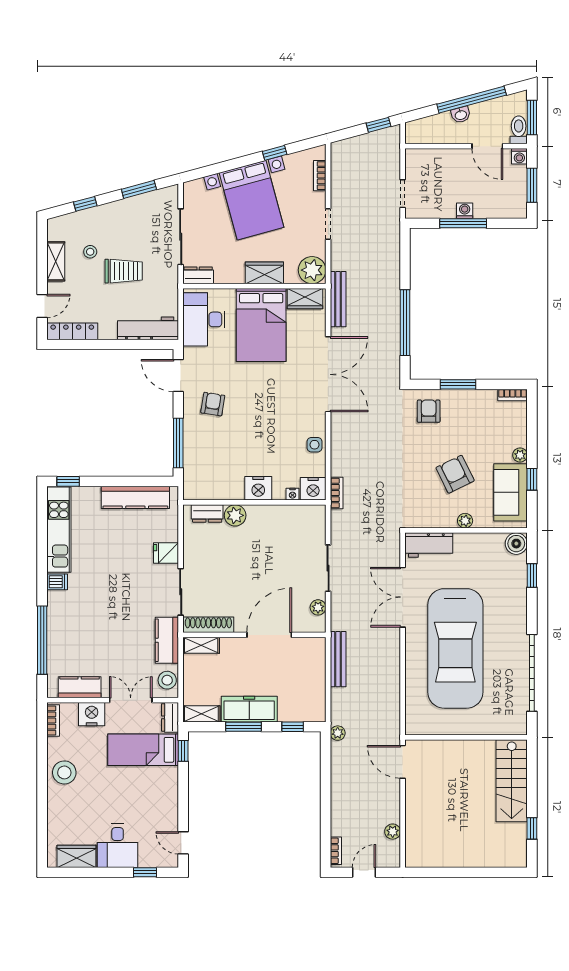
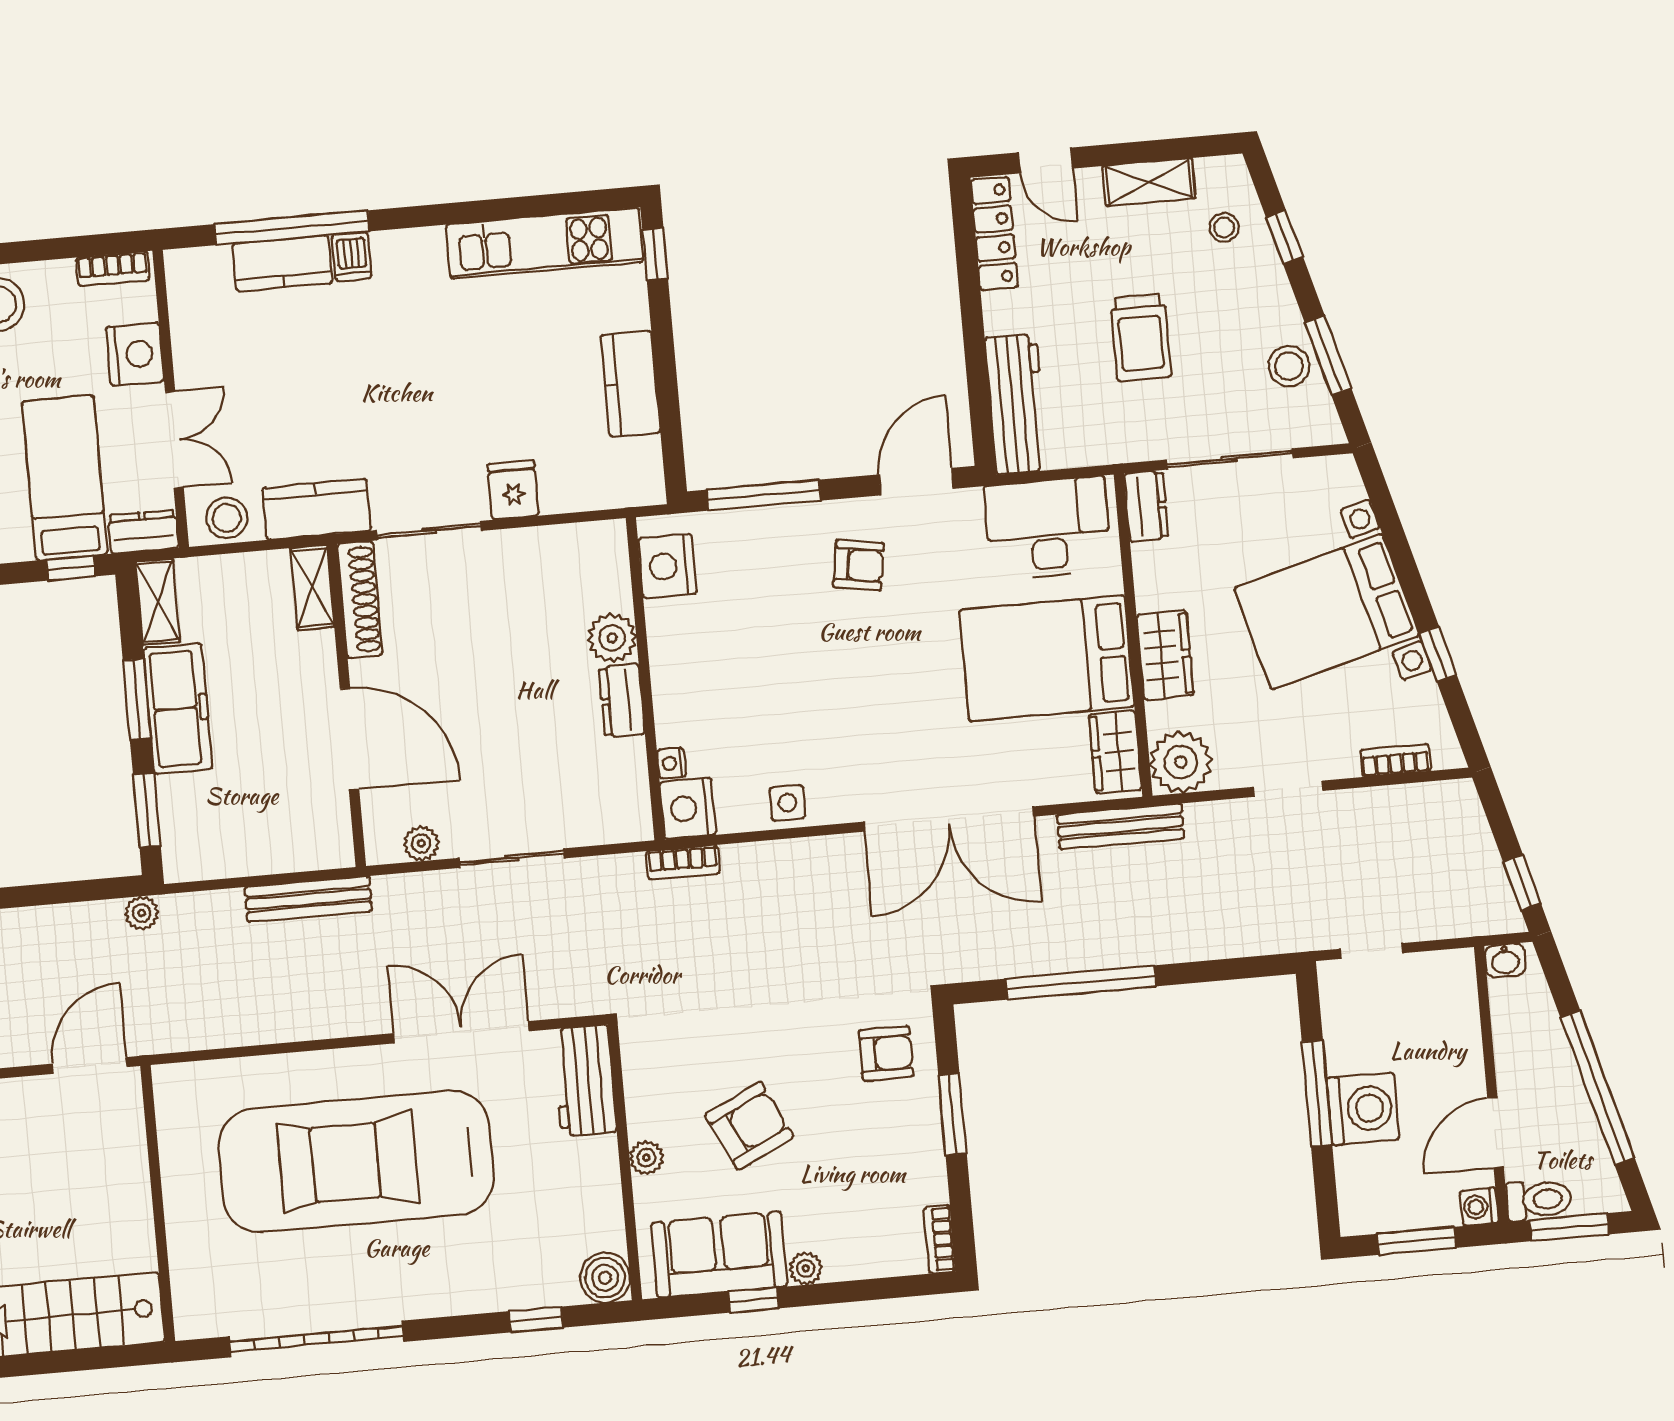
washbasin: (461, 115) -> (1505, 960), moved, turned -75
stool: (142, 207) -> (1289, 366), added
washing machine: (465, 211) -> (1363, 1109), width x1.89, depth x1.89
stool: (90, 252) -> (1224, 227), moved
nightstand: (258, 488) -> (667, 566), moved
kitchen counter: (135, 497) -> (630, 384), width x0.67
dresser: (207, 513) -> (622, 701), moved
dishwasher: (57, 582) -> (352, 256), moved
kitchen counter: (80, 687) -> (282, 263), moved, turned 90
window: (293, 727) -> (147, 810), width x1.50

